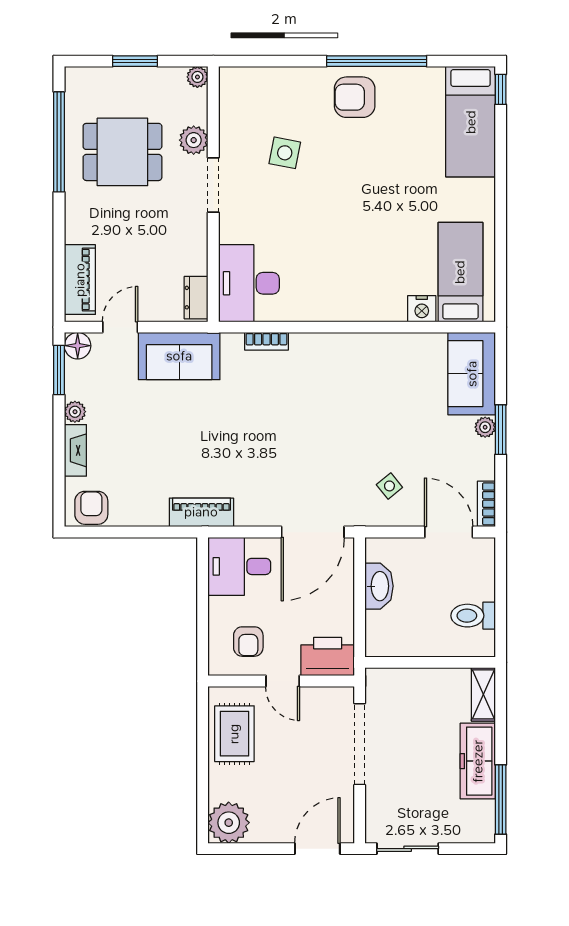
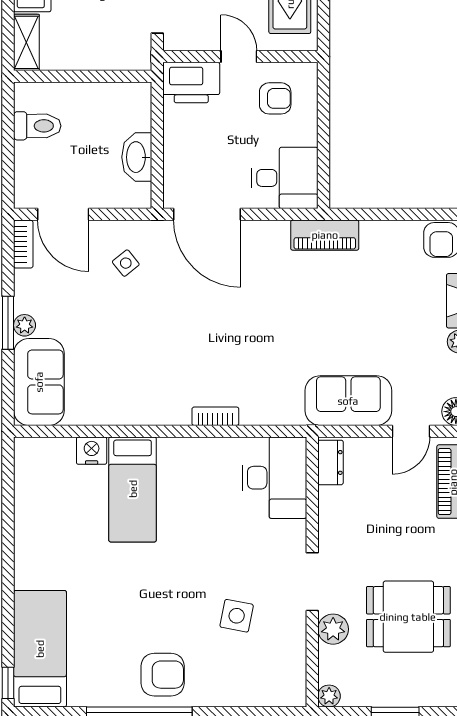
bed: (460, 272) -> (133, 489), moved
bookcase: (266, 341) -> (215, 416), moved
door: (313, 532) -> (207, 214), swing flipped
armchair: (248, 642) -> (275, 98), turned 90

